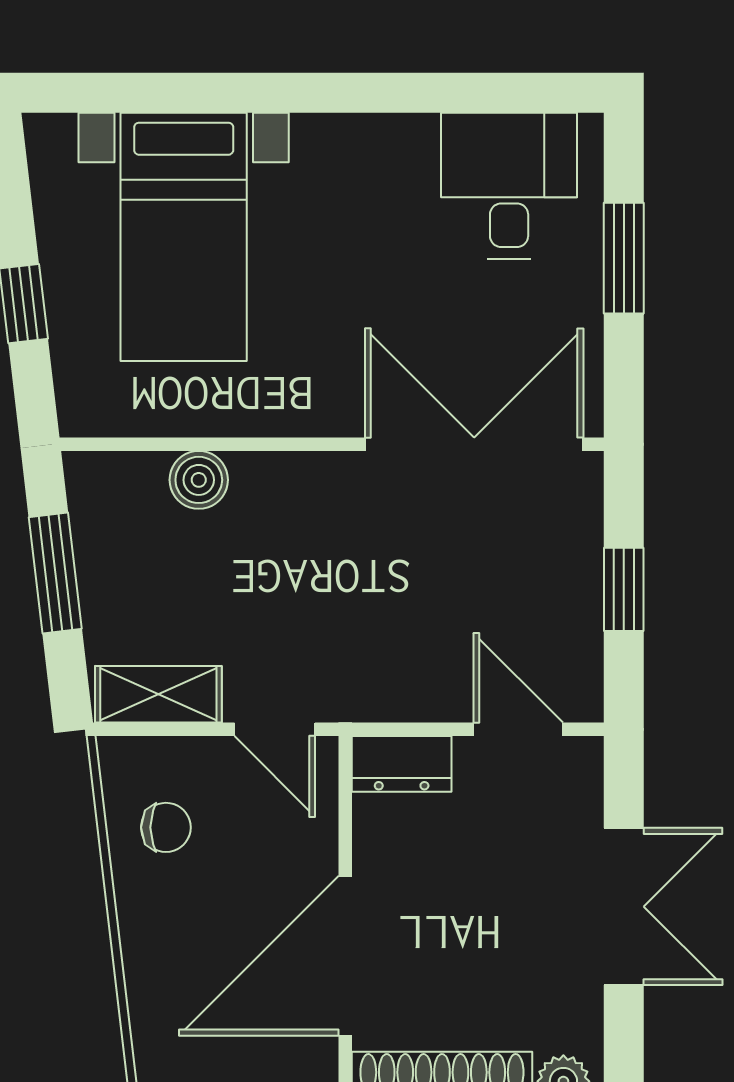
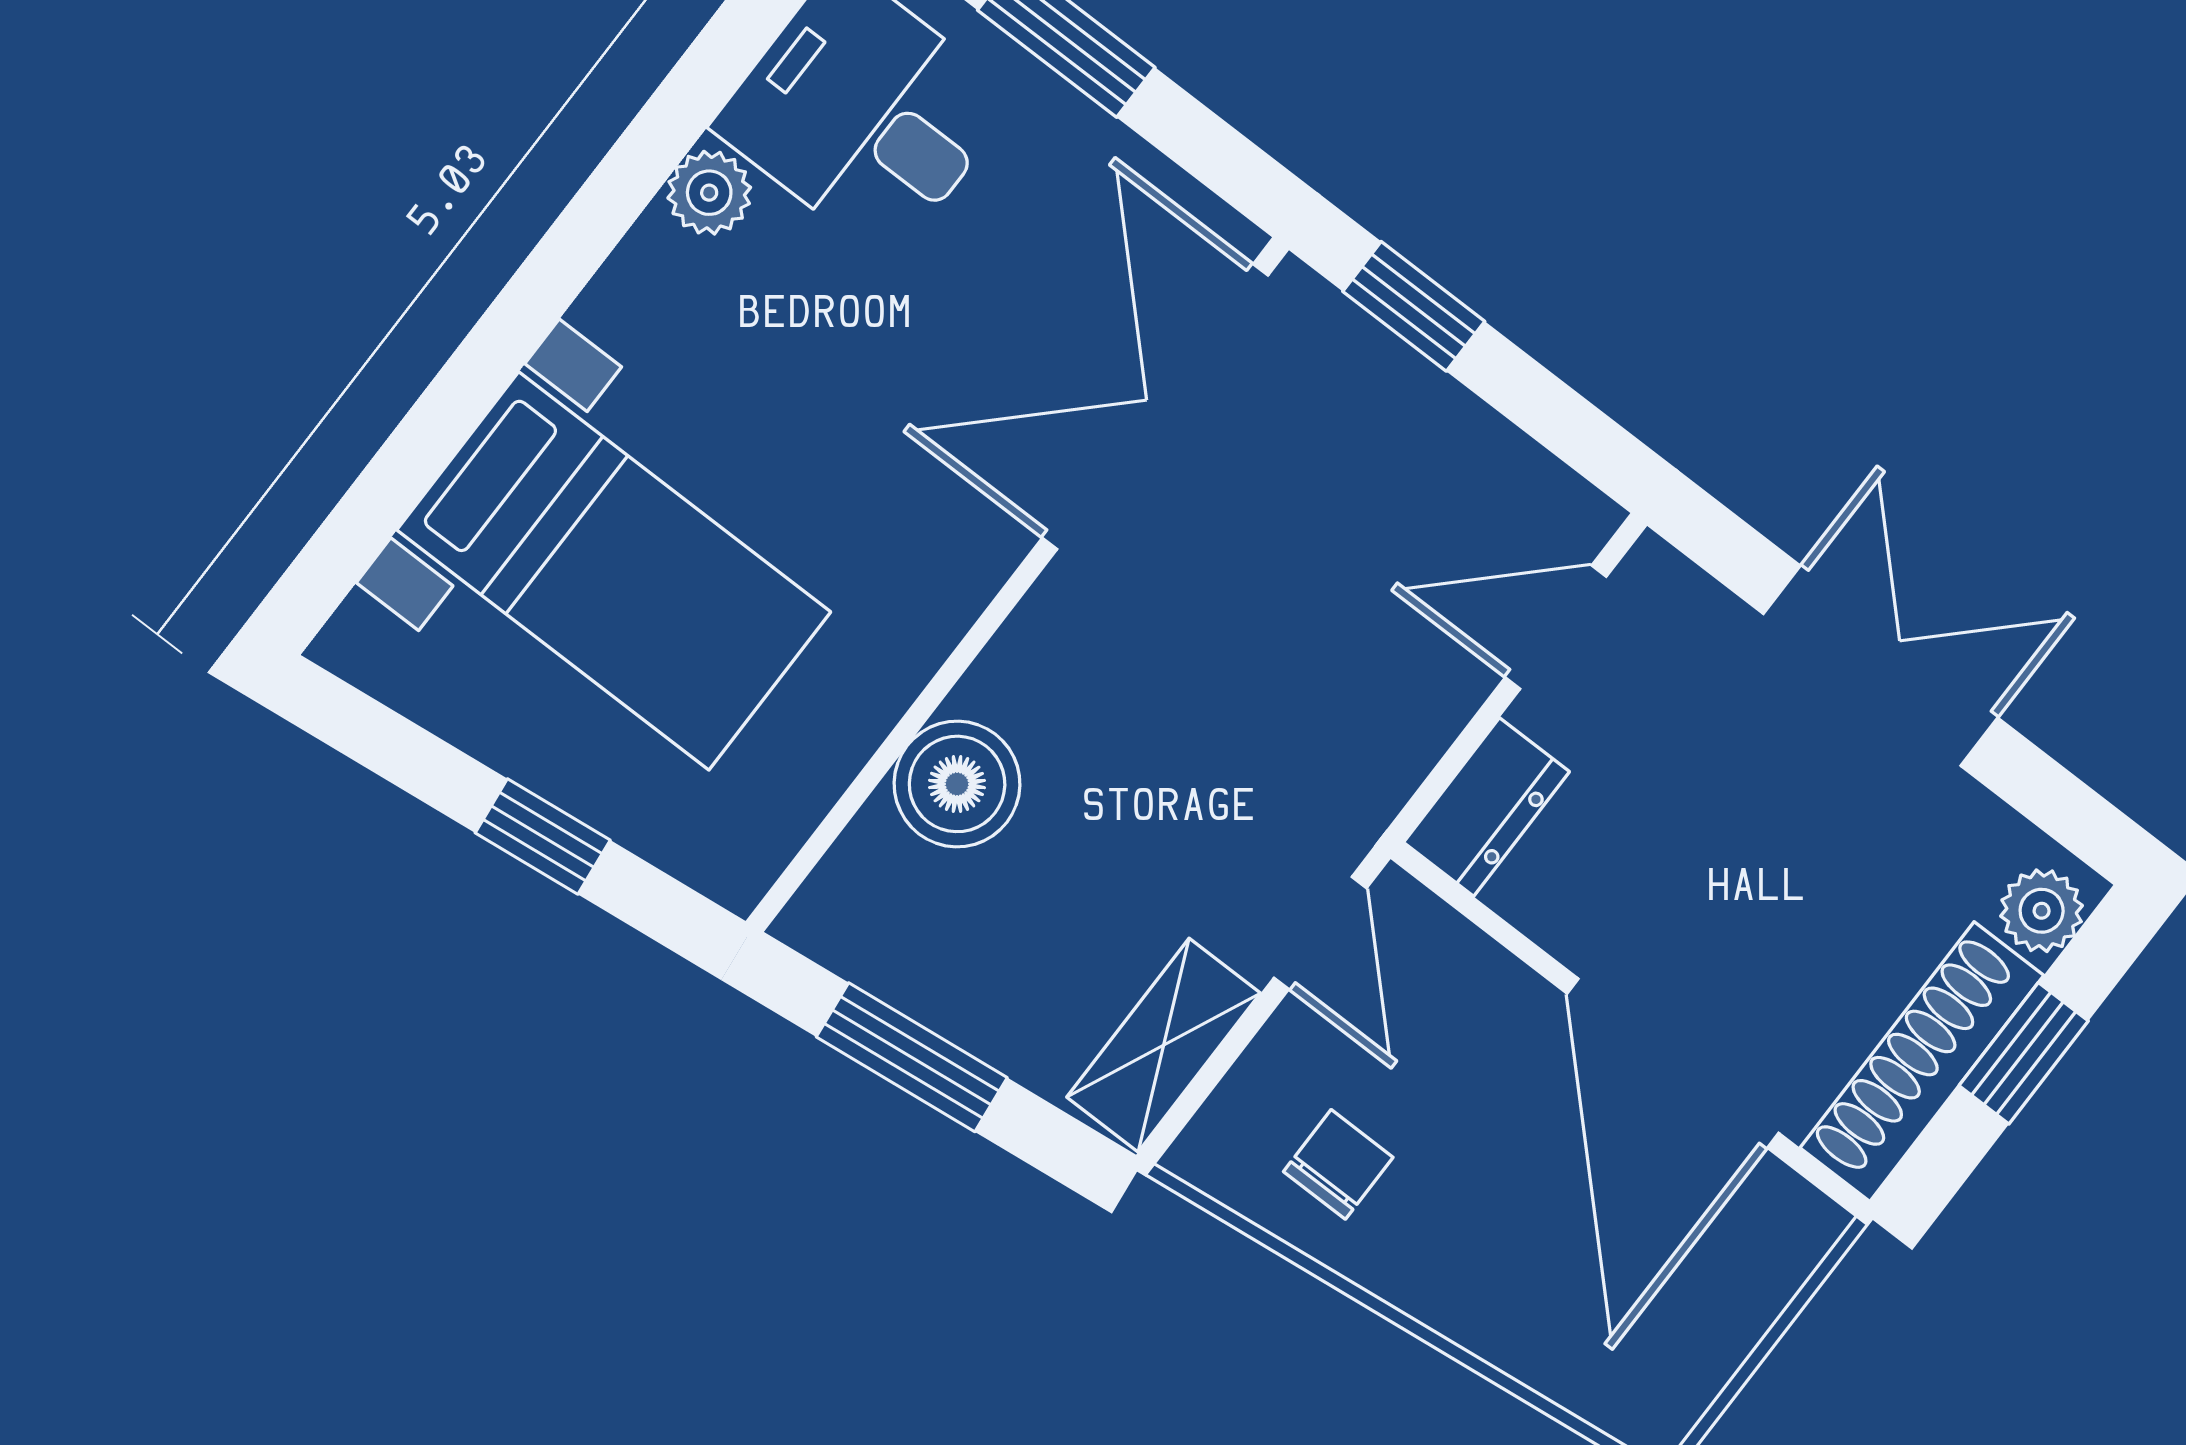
plant: (410, 139) -> (709, 193), added
boiler: (199, 480) -> (957, 784), width x1.36, depth x1.36
window: (624, 589) -> (1414, 306), moved
door: (275, 729) -> (1320, 933), hinge flipped

